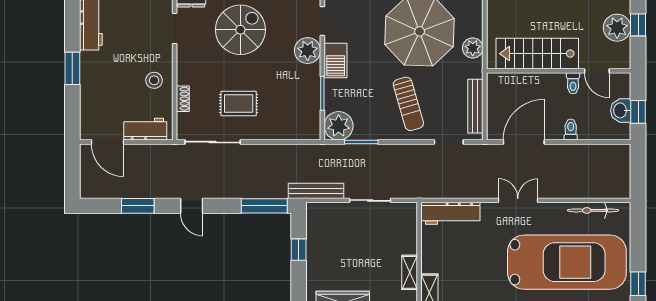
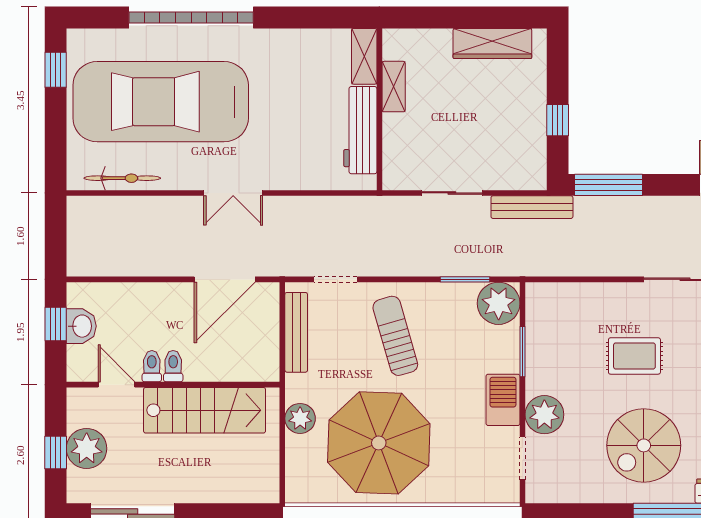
rug: (239, 104) -> (634, 356), moved
toilet: (571, 130) -> (173, 366), moved, turned 180
workbench: (450, 213) -> (360, 130), moved, turned -90

